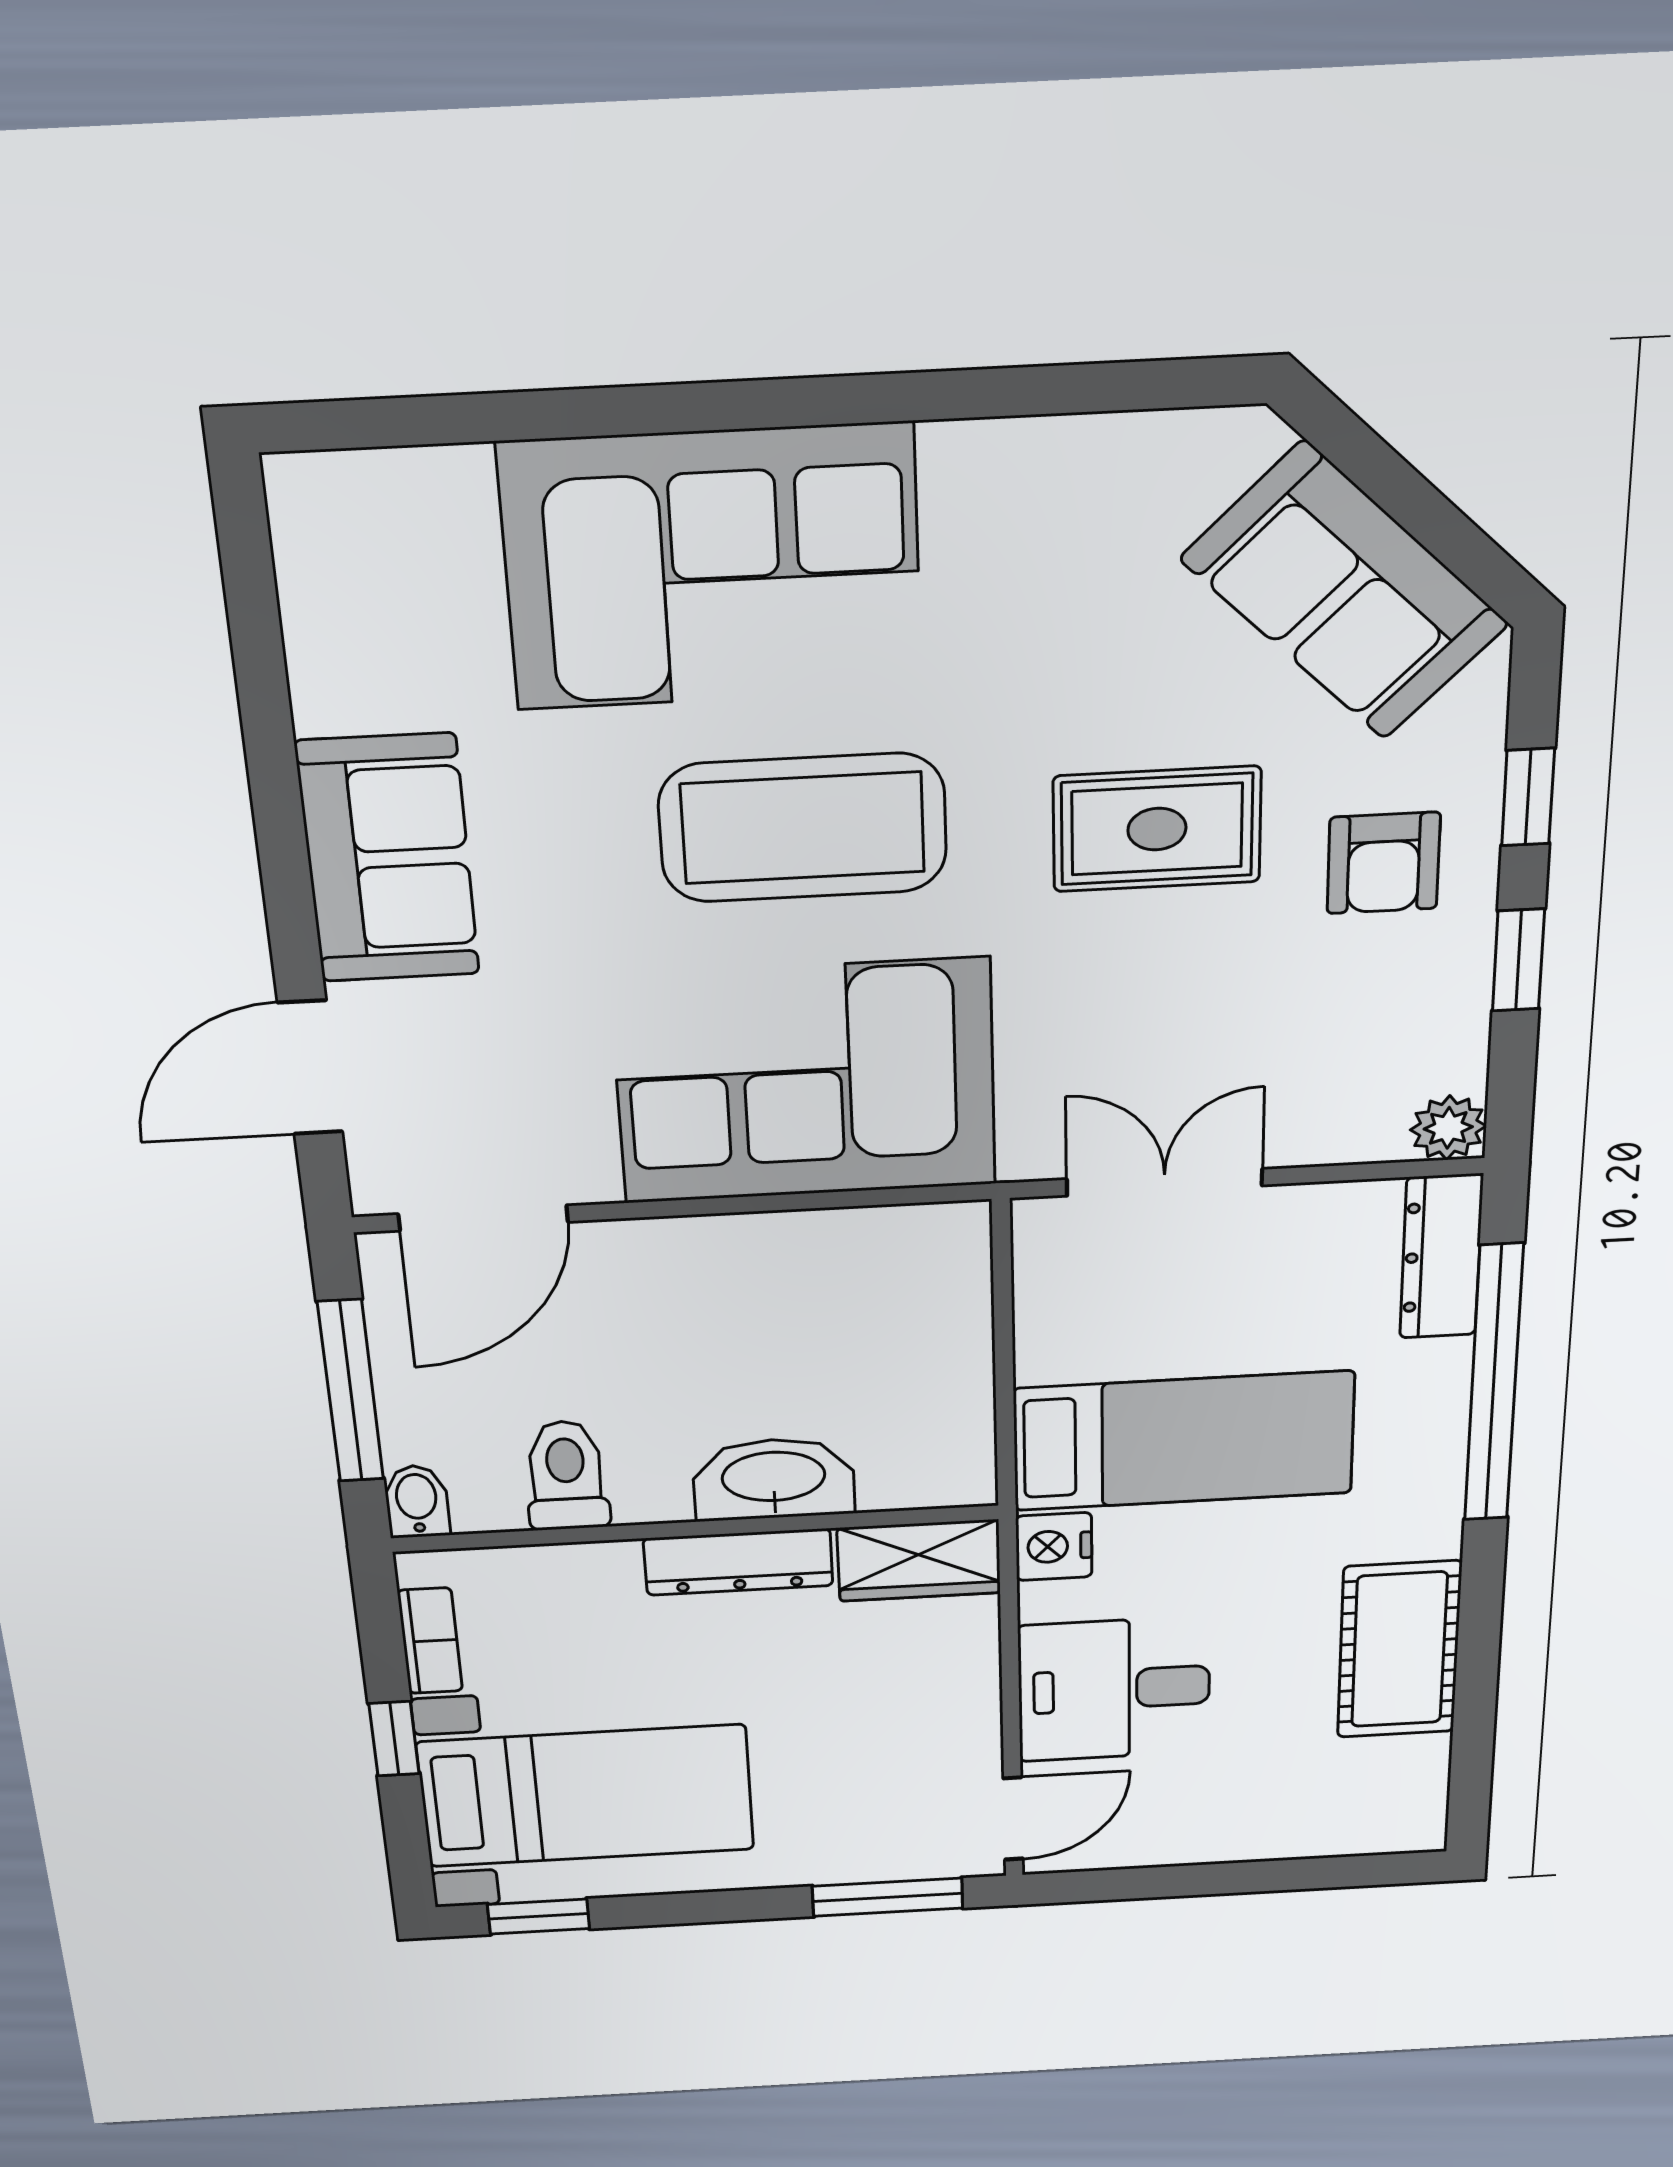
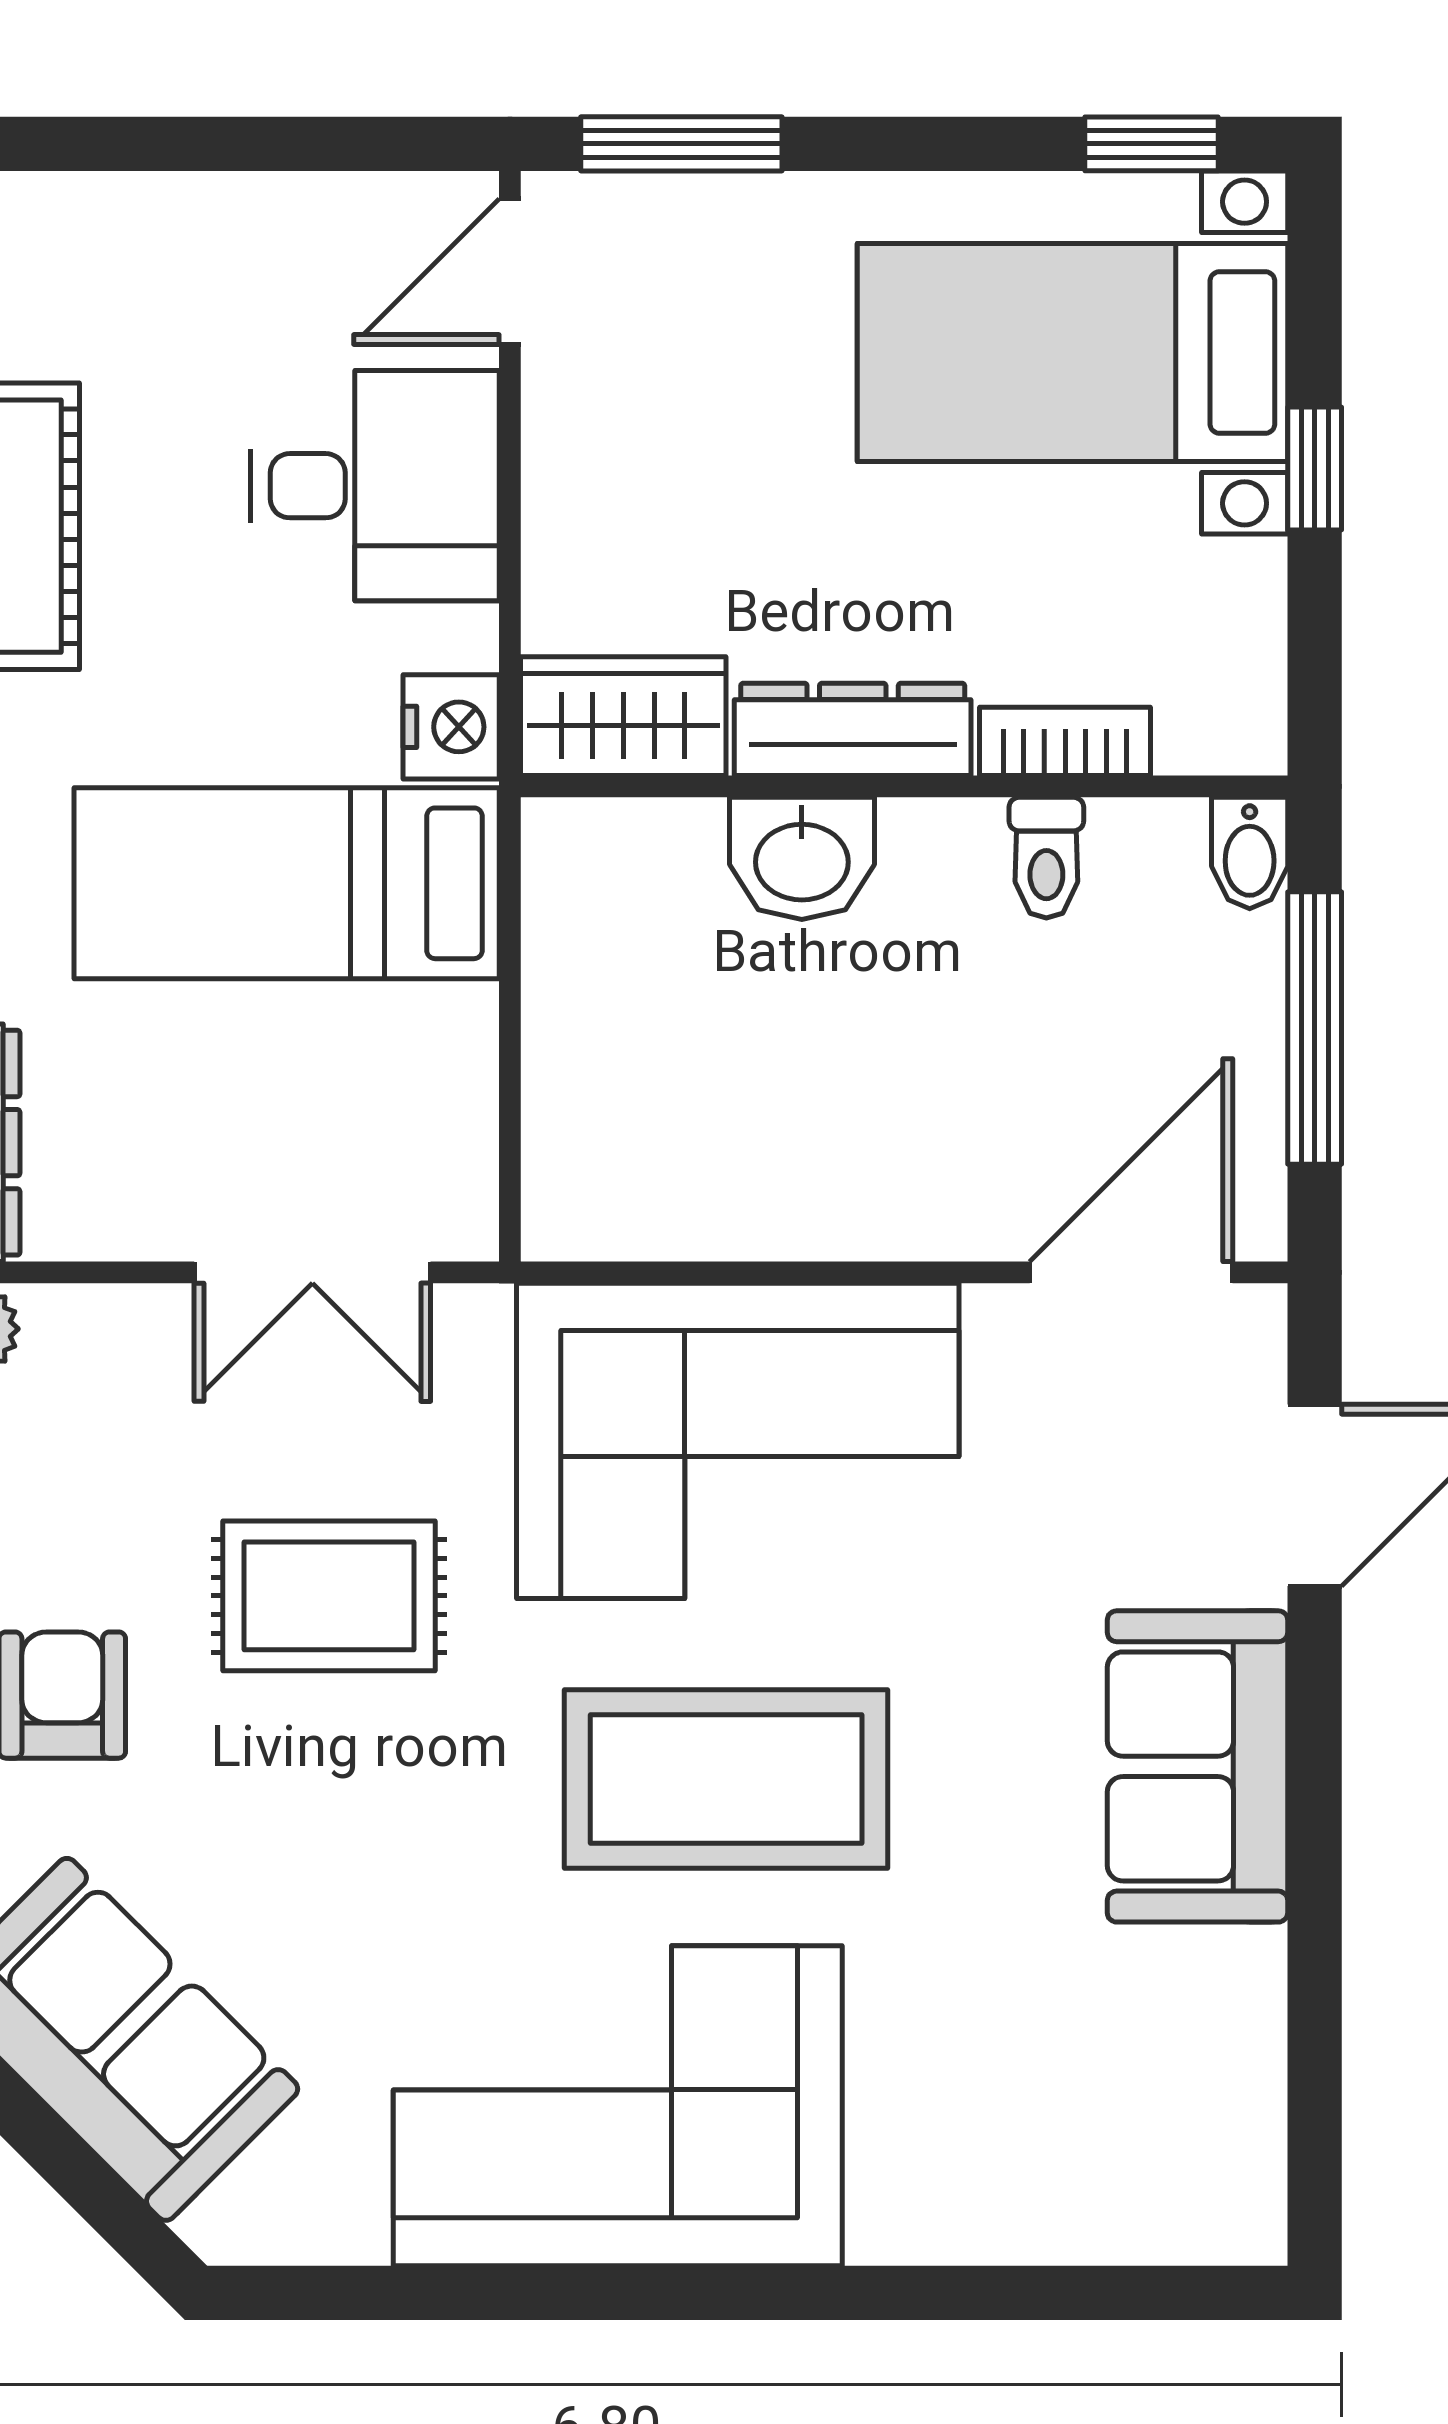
corner sofa: (712, 568) -> (618, 2106), moved
rug: (1157, 829) -> (329, 1596), moved
toilet: (566, 1475) -> (1046, 858), width x0.73, depth x0.72
washbasin: (774, 1479) -> (802, 858), width x0.72
bookcase: (430, 1641) -> (1065, 741), moved, turned 90

